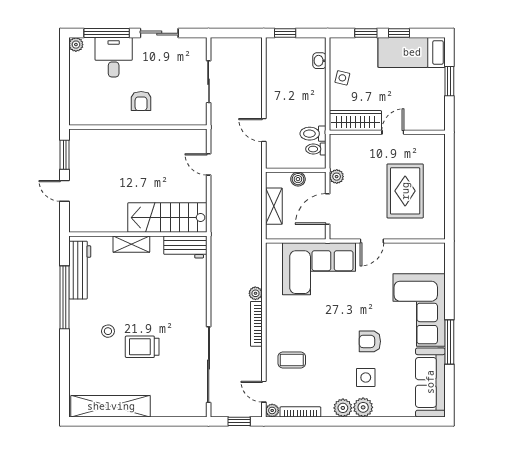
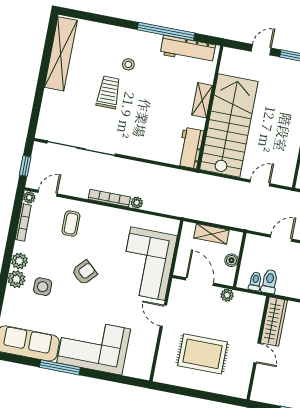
stairs: (167, 218) -> (229, 126), width x1.36, depth x1.51
armchair: (370, 341) -> (84, 273), moved, turned 42

